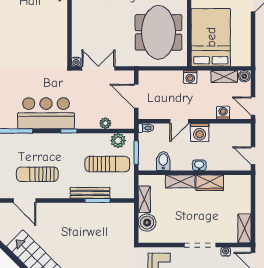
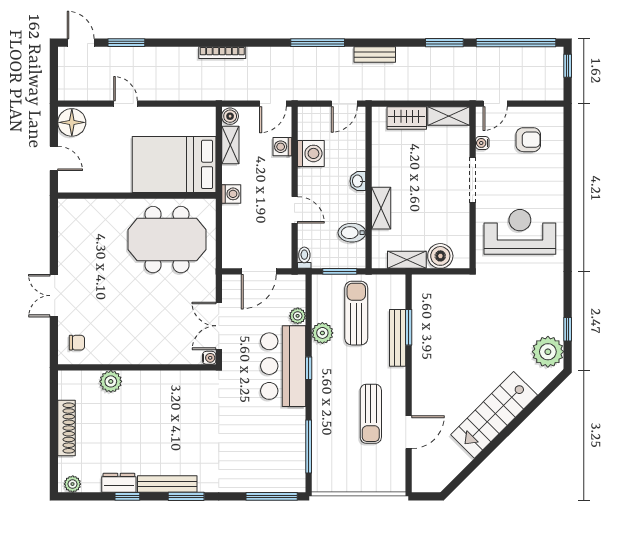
bar counter: (46, 113) -> (283, 366), moved
washing machine: (200, 132) -> (311, 153), moved
plant: (118, 141) -> (322, 333), moved
wardrobe: (210, 183) -> (407, 118), moved, turned 90

